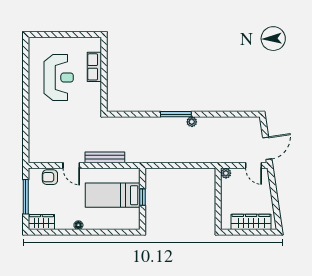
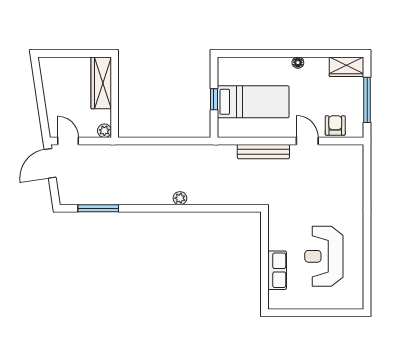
window: (176, 114) -> (98, 208), moved
plant: (192, 122) -> (180, 198), moved
armchair: (50, 177) -> (335, 125), turned -90
wardrobe: (251, 222) -> (101, 83), moved, turned 90

